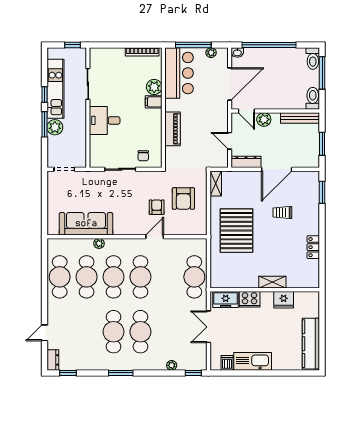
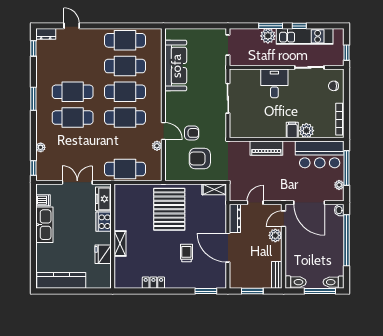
bench: (300, 118) -> (277, 275), width x0.73
chair: (143, 156) -> (334, 86), moved
pallet: (236, 231) -> (169, 209), turned 90
plant: (99, 243) -> (157, 146), moved

